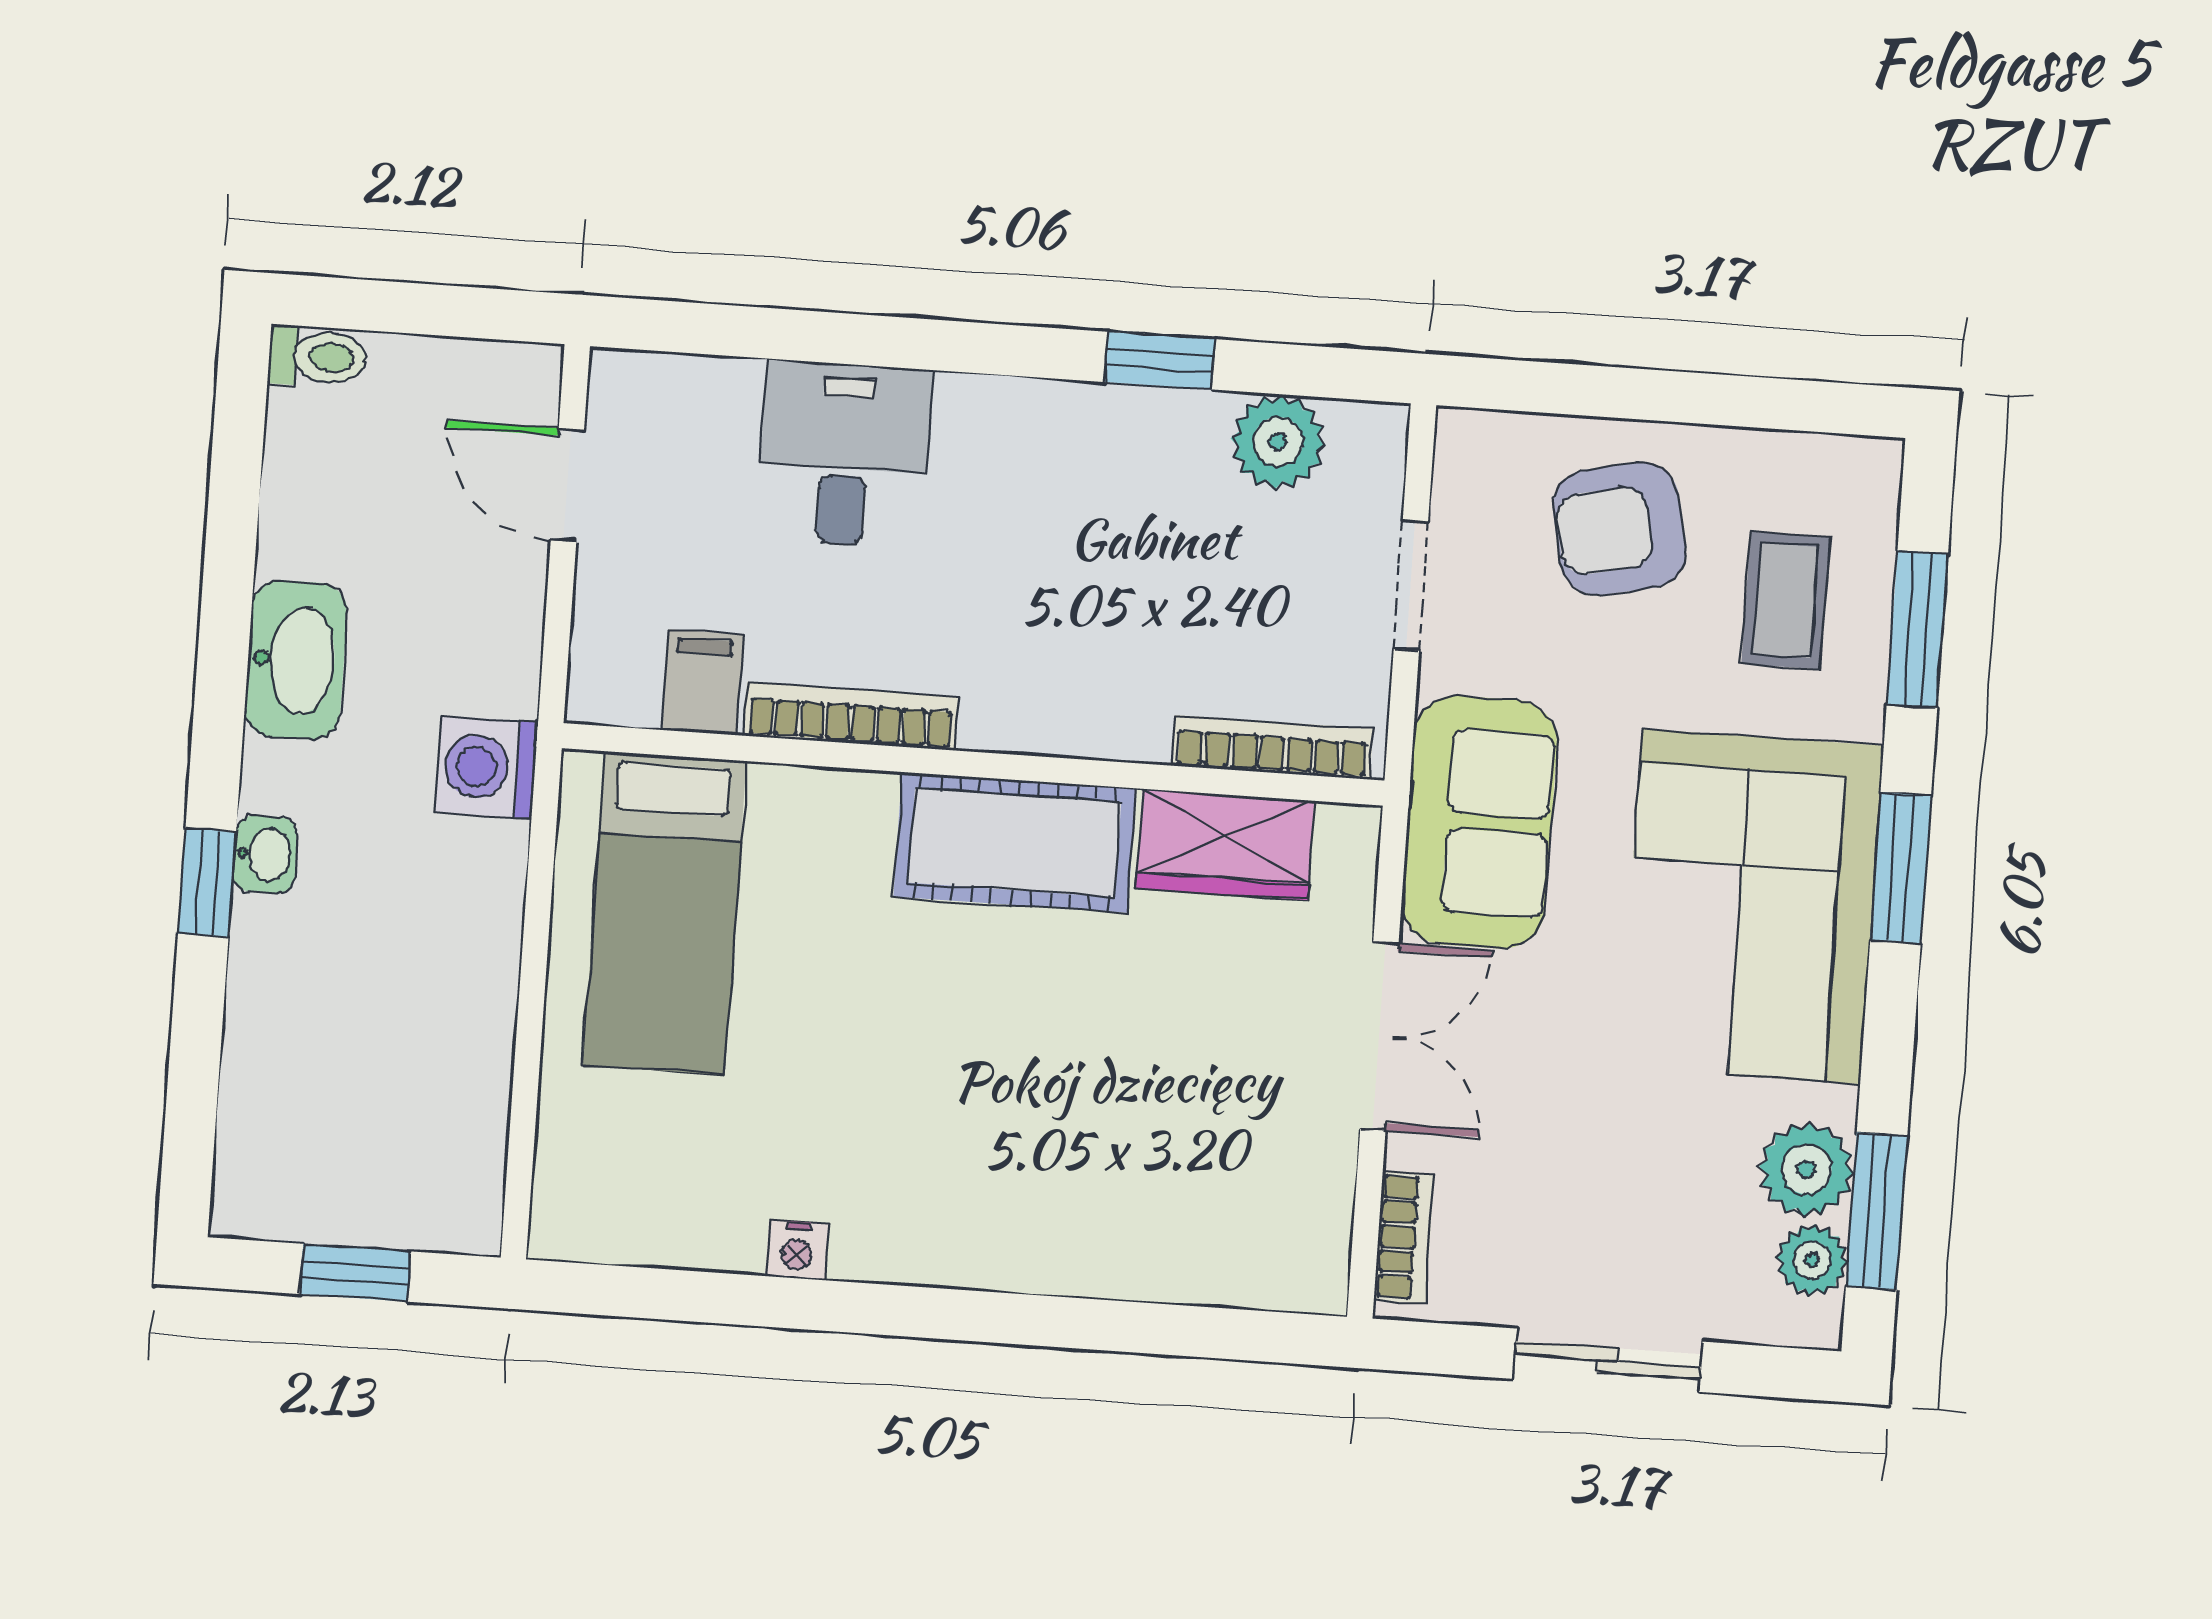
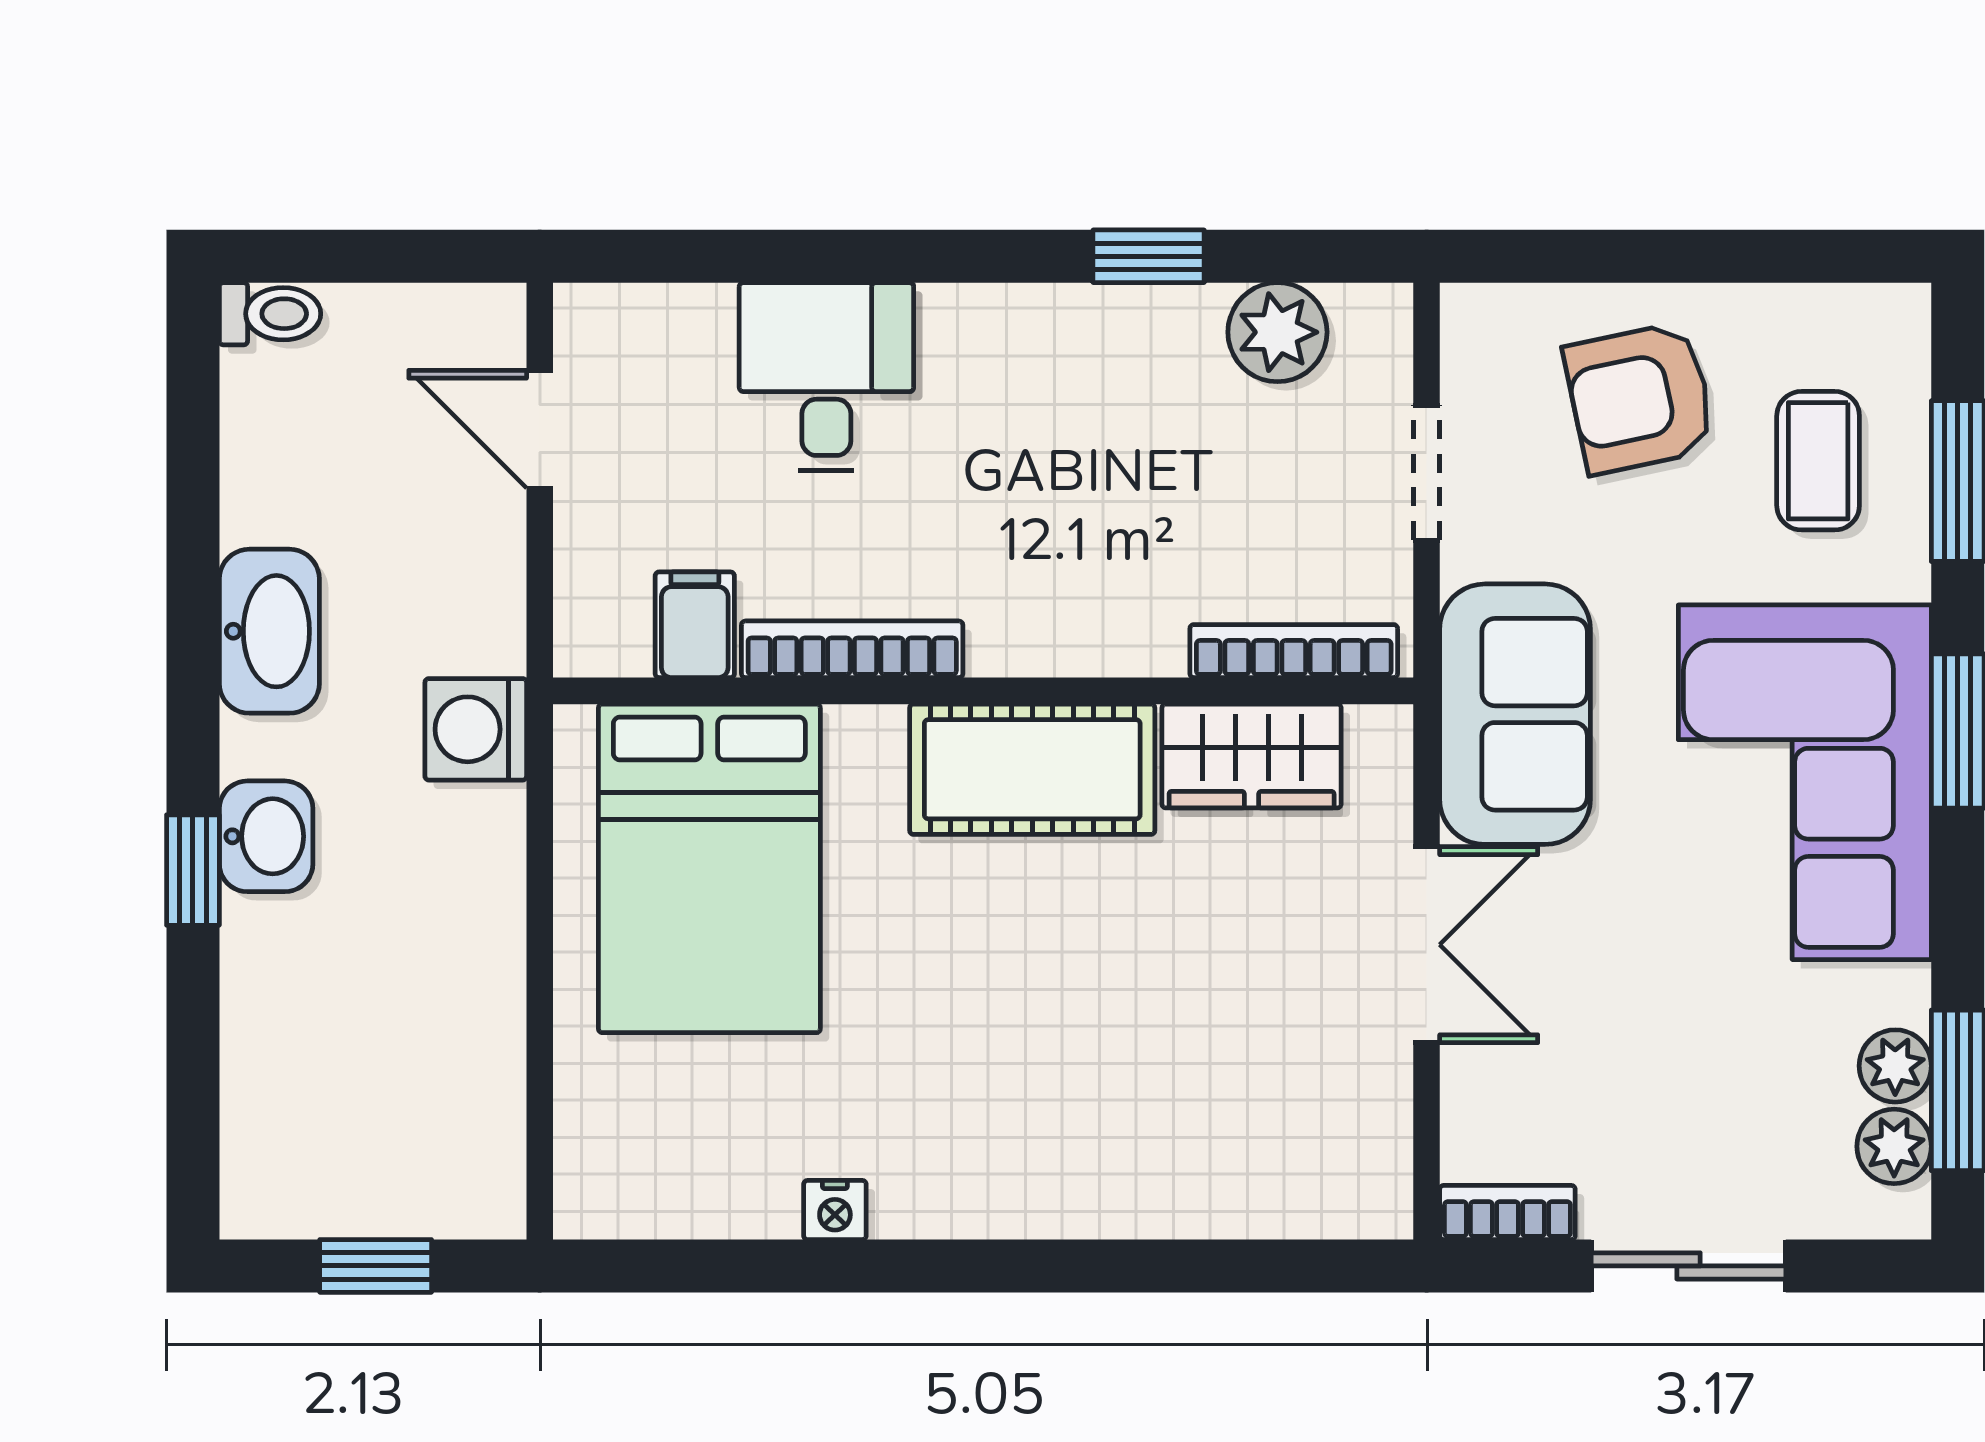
washbasin: (265, 854) -> (266, 836), width x1.38, depth x1.45
bed: (665, 913) -> (709, 868), width x1.50
plant: (1807, 1169) -> (1895, 1066), width x0.73, depth x0.73
bookcase: (1404, 1237) -> (1507, 1212), moved, turned -90

